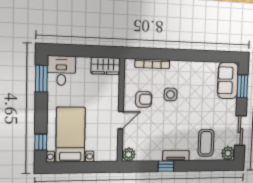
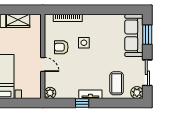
wardrobe: (106, 66) -> (18, 21), moved
sofa: (228, 80) -> (134, 35), width x1.36
armchair: (144, 99) -> (61, 47), turned 180
door: (121, 120) -> (43, 64), hinge flipped

